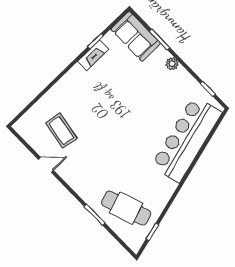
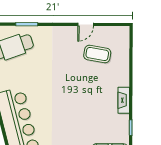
fireplace: (93, 55) -> (124, 100), moved

